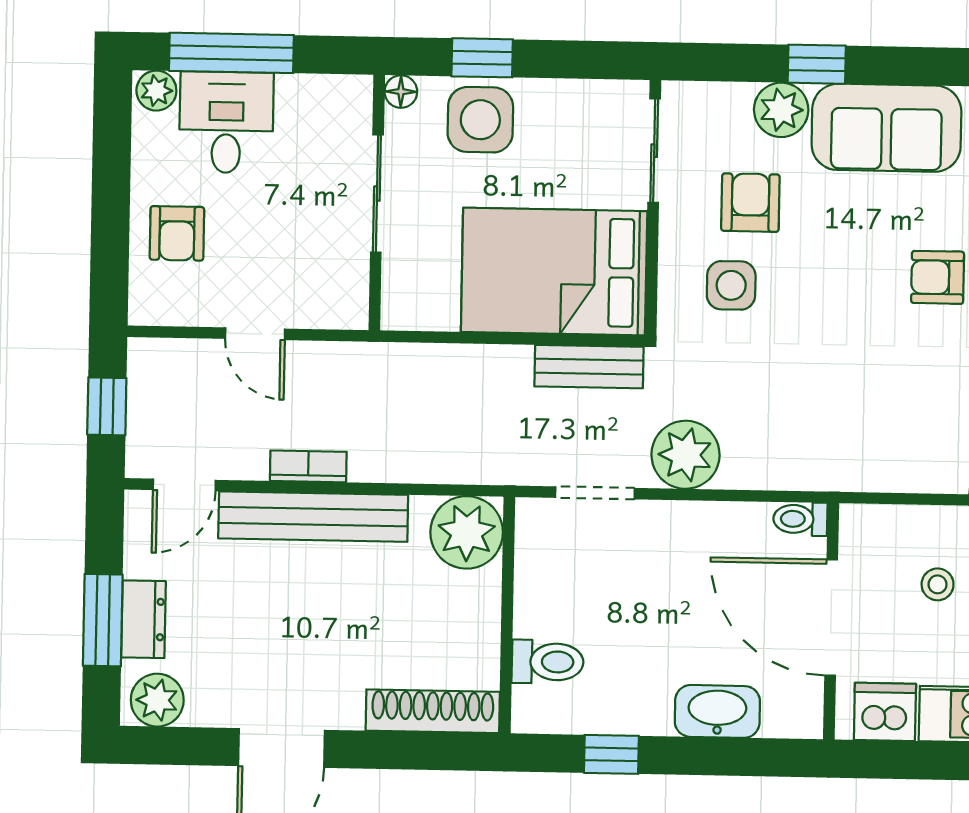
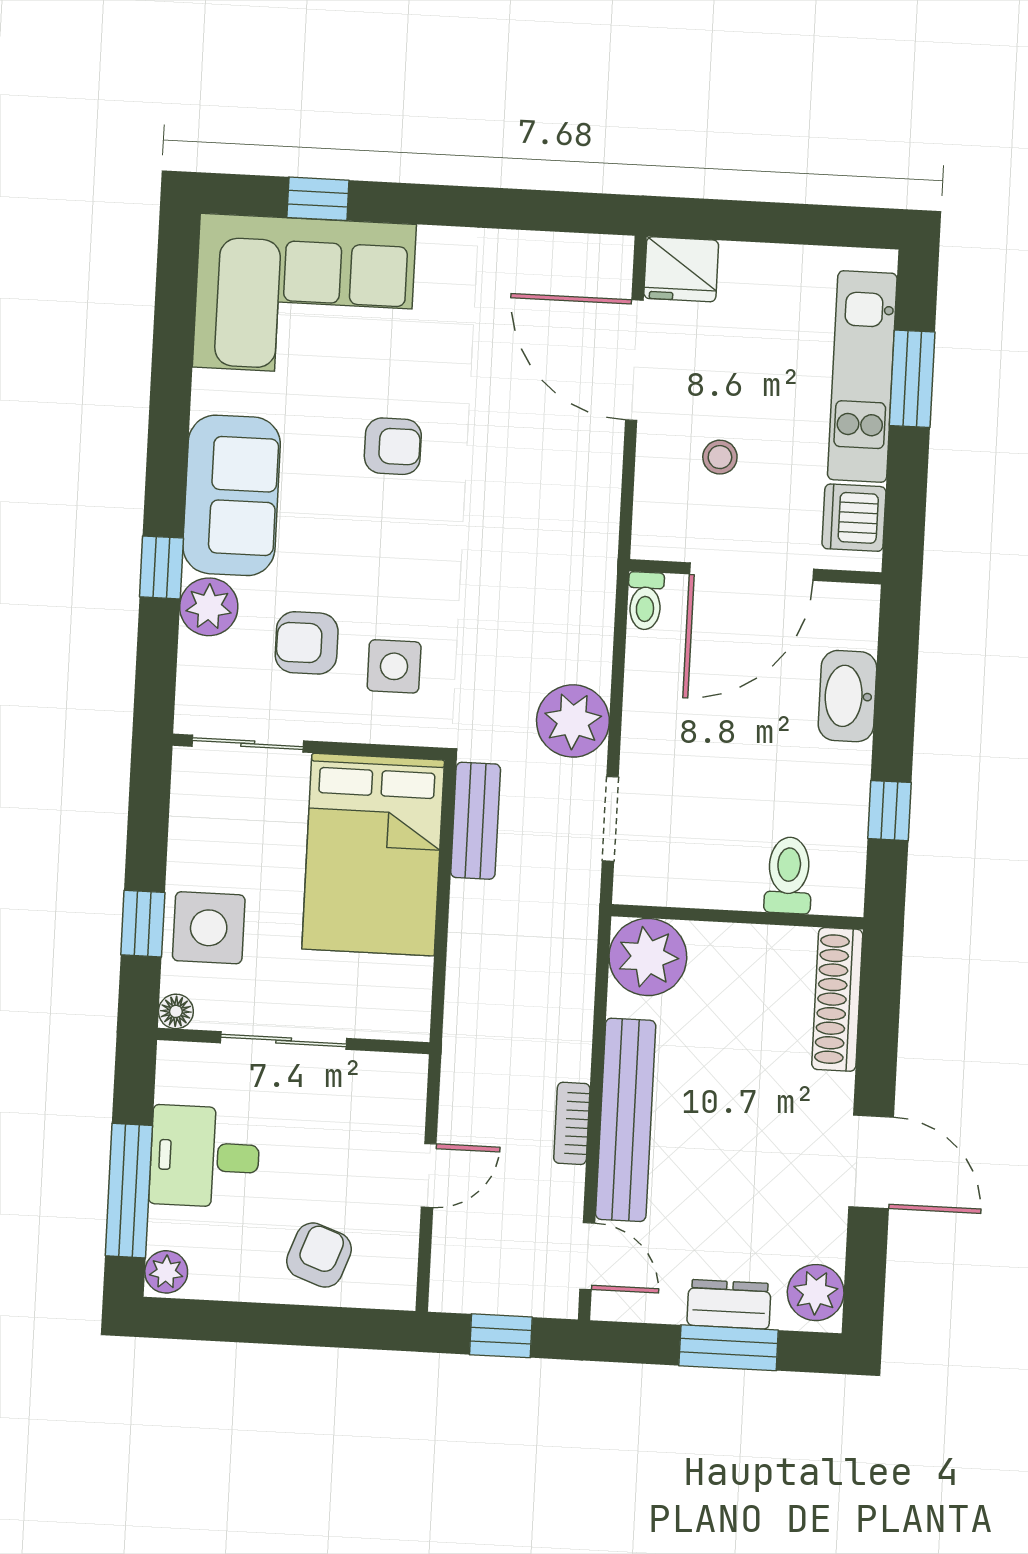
desk: (226, 122) -> (205, 1157), moved
armchair: (177, 233) -> (319, 1255), turned -70
armchair: (938, 277) -> (393, 446), turned -90

